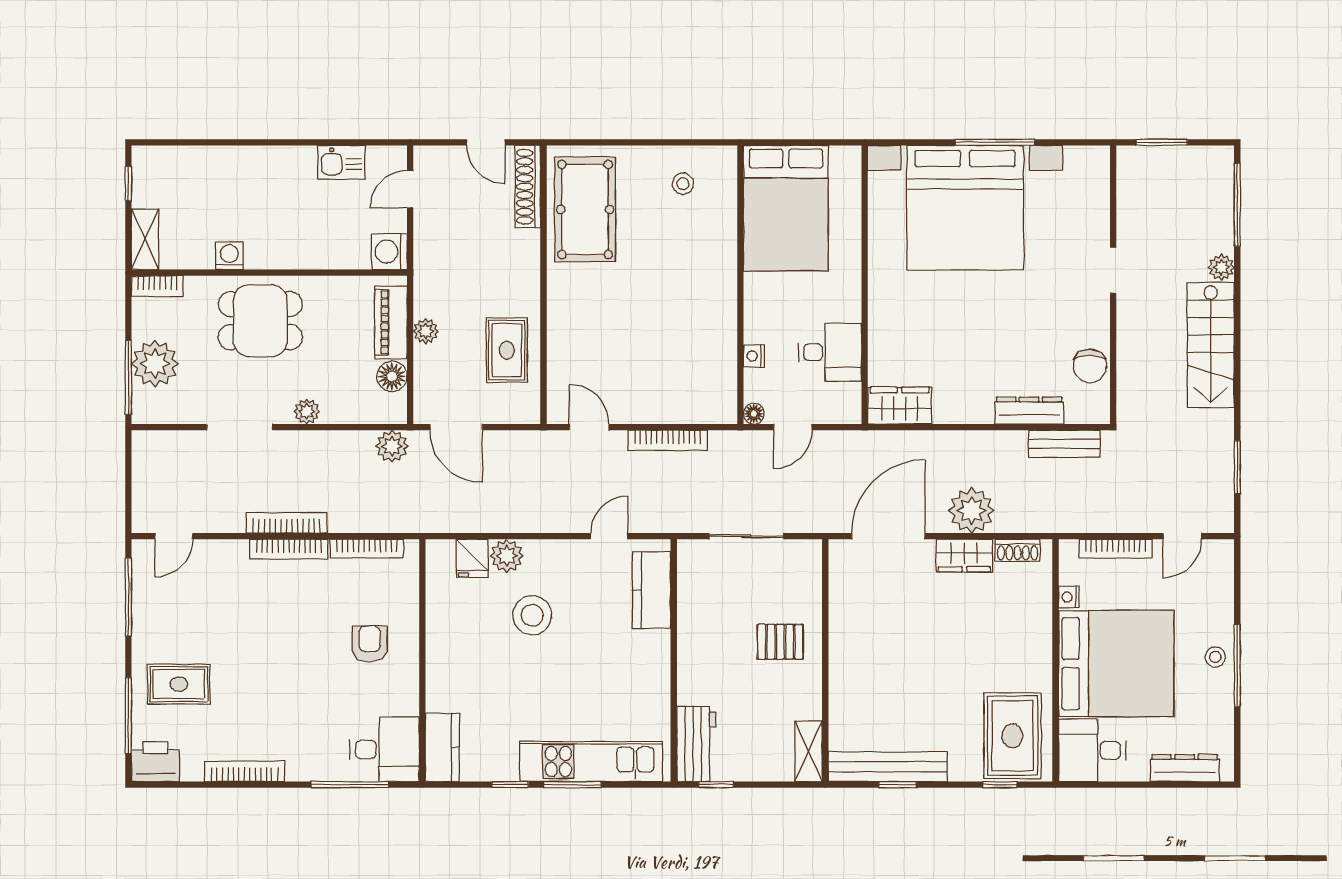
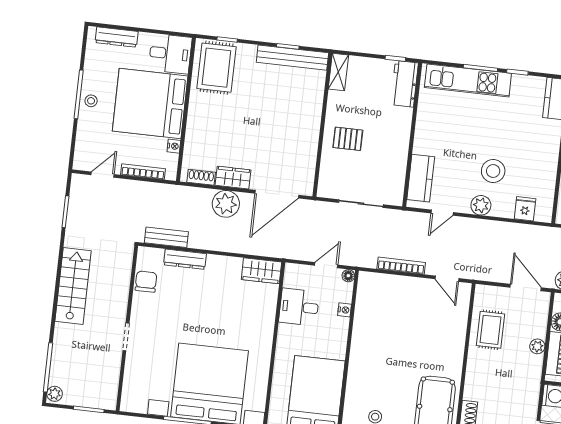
plant: (1221, 267) -> (55, 394), moved
plant: (507, 556) -> (481, 205), moved

